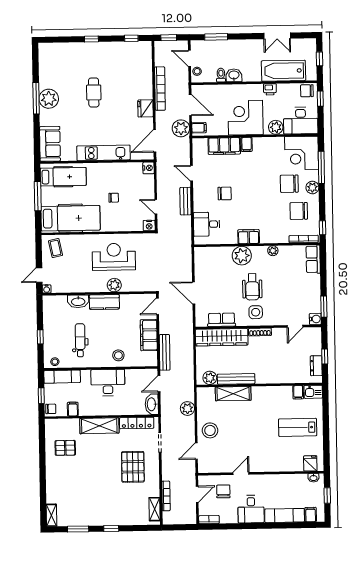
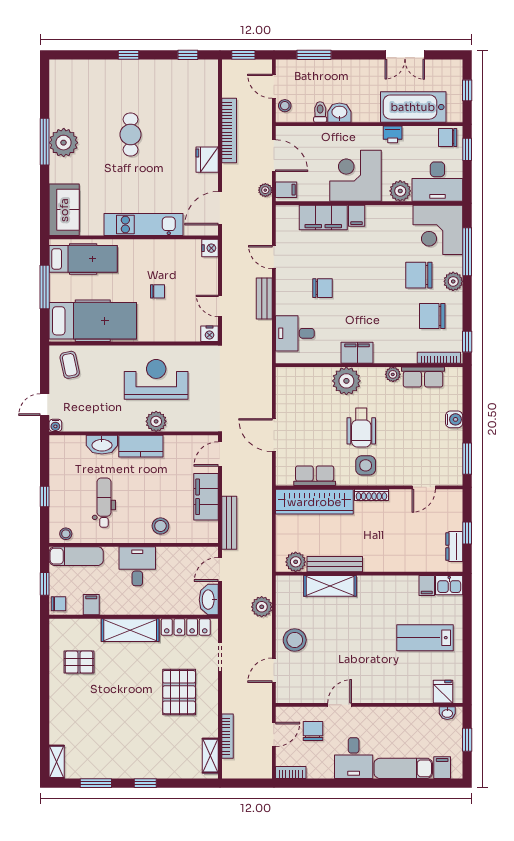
plant: (181, 128) -> (265, 190), width x0.53, depth x0.53
row of seats: (313, 259) -> (423, 377), moved, turned -90
water cooler: (315, 319) -> (454, 419), moved
desk: (108, 383) -> (137, 566), width x0.73

